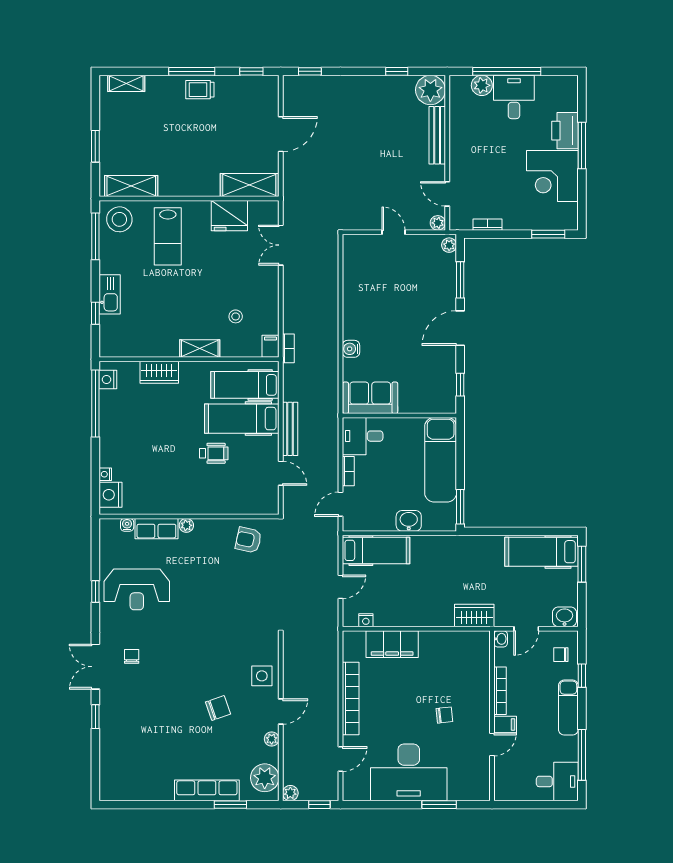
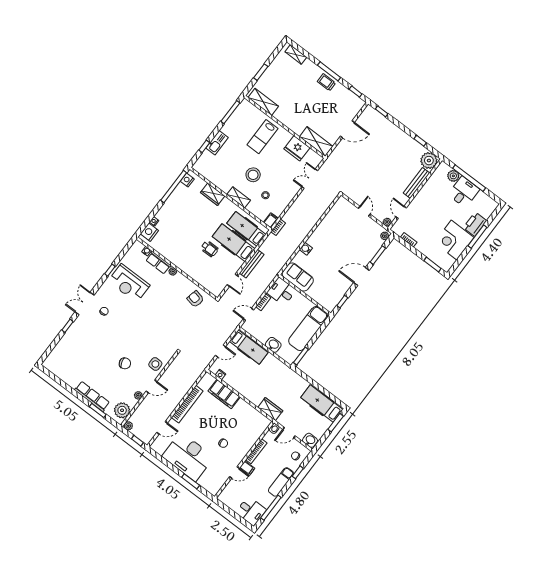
stool: (119, 219) -> (253, 175), moved

